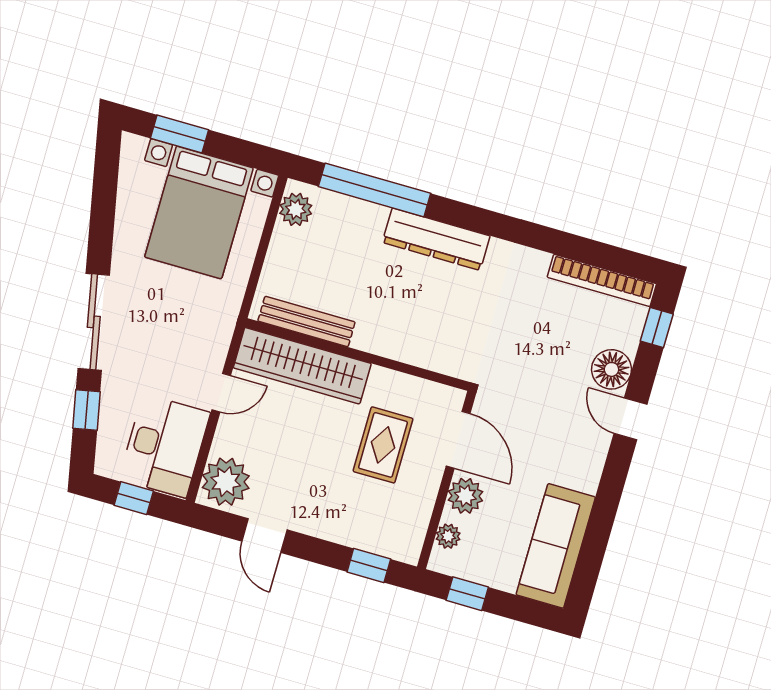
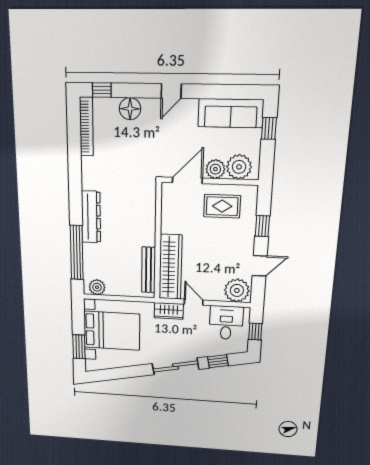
wardrobe: (214, 339) -> (169, 311), added
door: (631, 419) -> (171, 91), moved
rug: (383, 445) -> (222, 206), moved
desk: (165, 446) -> (226, 323), width x0.73
plant: (448, 536) -> (239, 167), width x1.88, depth x1.88
window: (369, 565) -> (262, 226), moved
window: (467, 594) -> (269, 128), moved

